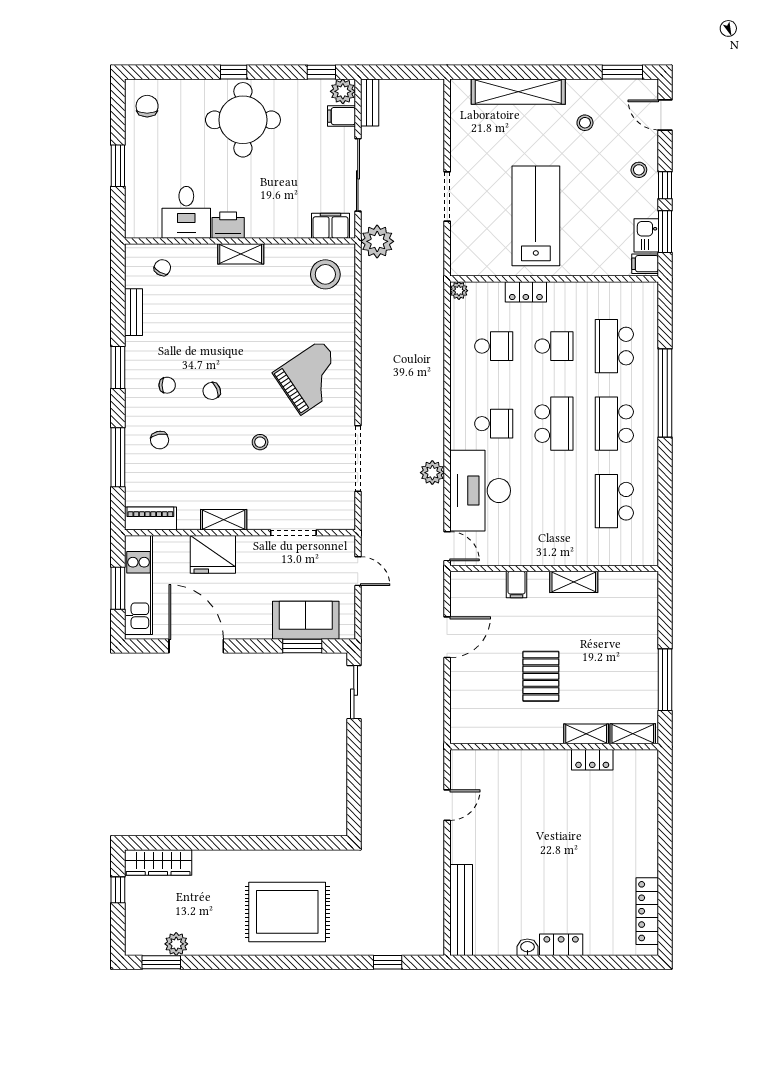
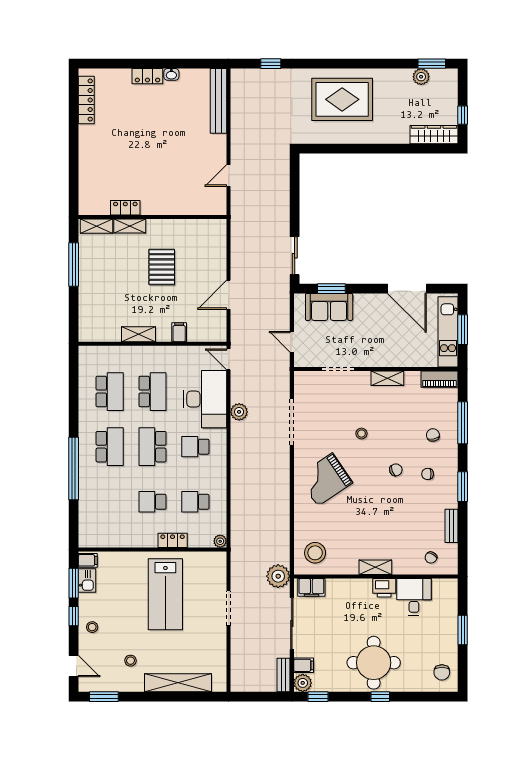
school desk: (614, 346) -> (152, 392), moved
fridge: (213, 554) -> (395, 354), removed

